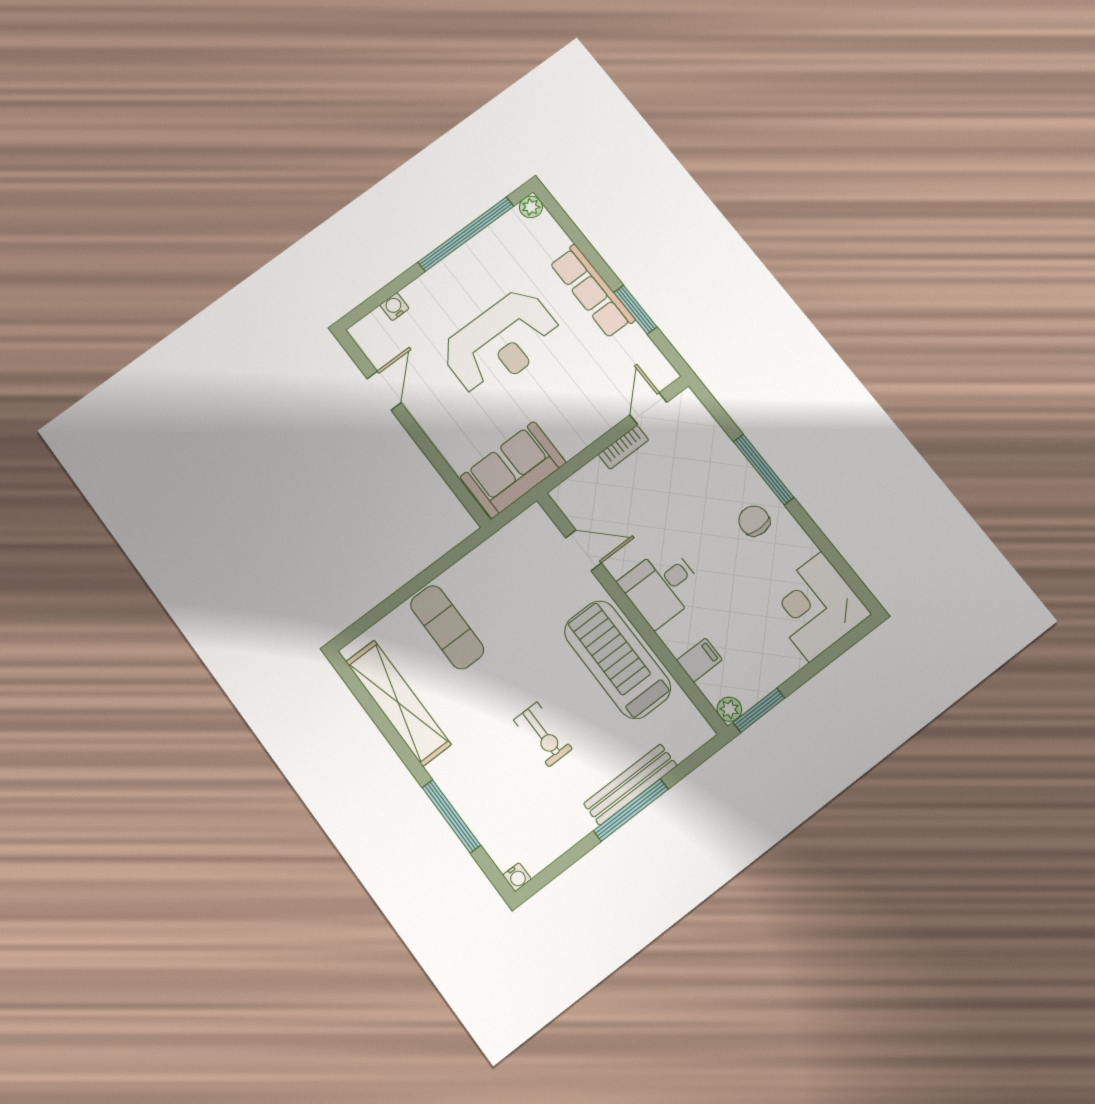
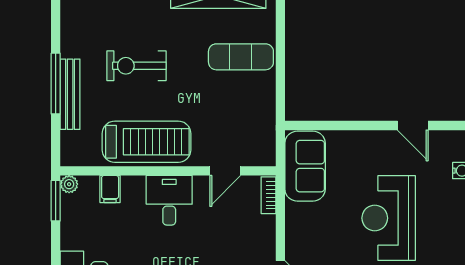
bookcase: (623, 447) -> (268, 195), moved
exercise bike: (543, 734) -> (137, 66), width x1.38, depth x1.39

